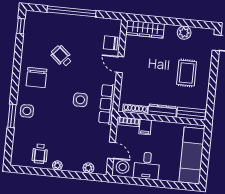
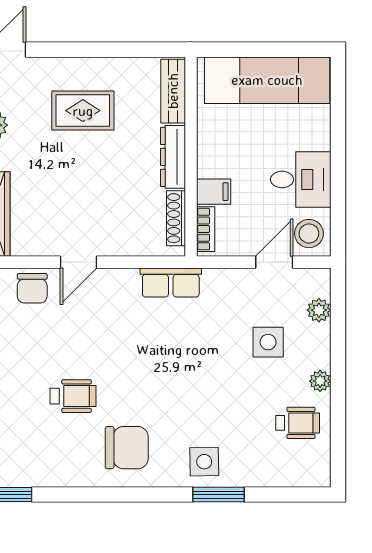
wheelchair: (61, 56) -> (73, 396), turned -131
side table: (80, 100) -> (268, 342), moved
row of seats: (107, 104) -> (171, 283), width x0.68

